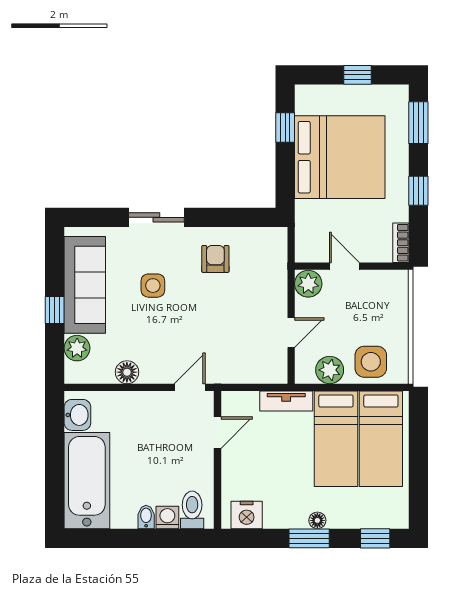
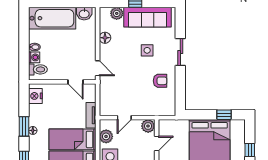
door: (291, 333) -> (124, 118), hinge flipped

